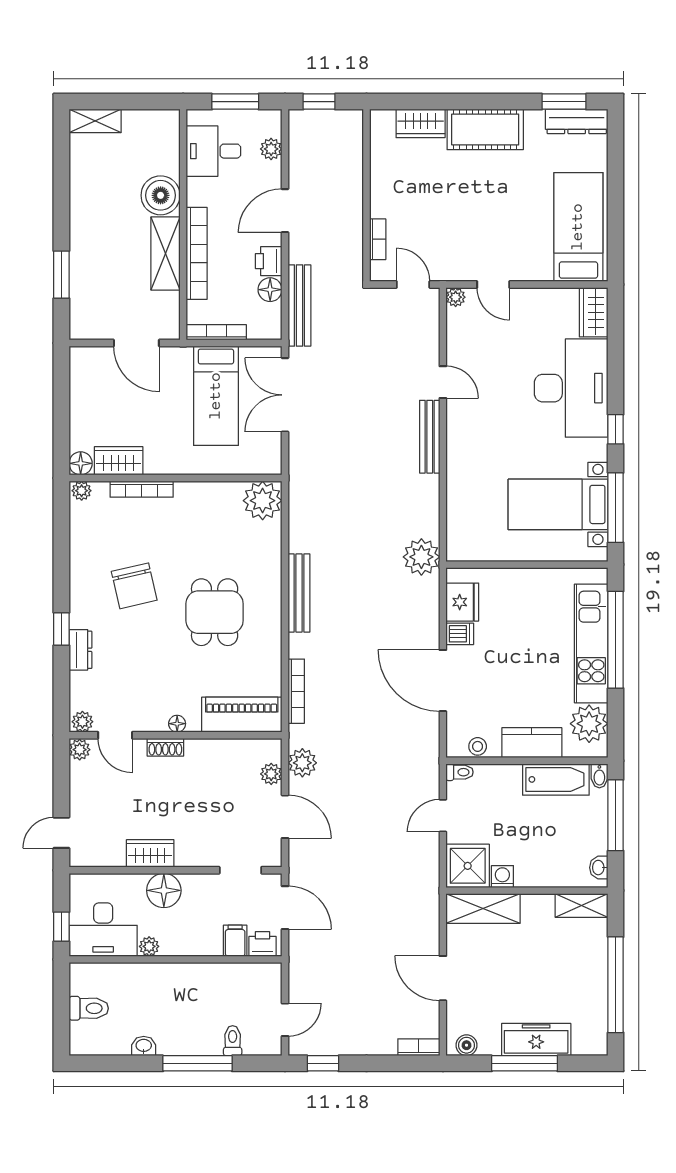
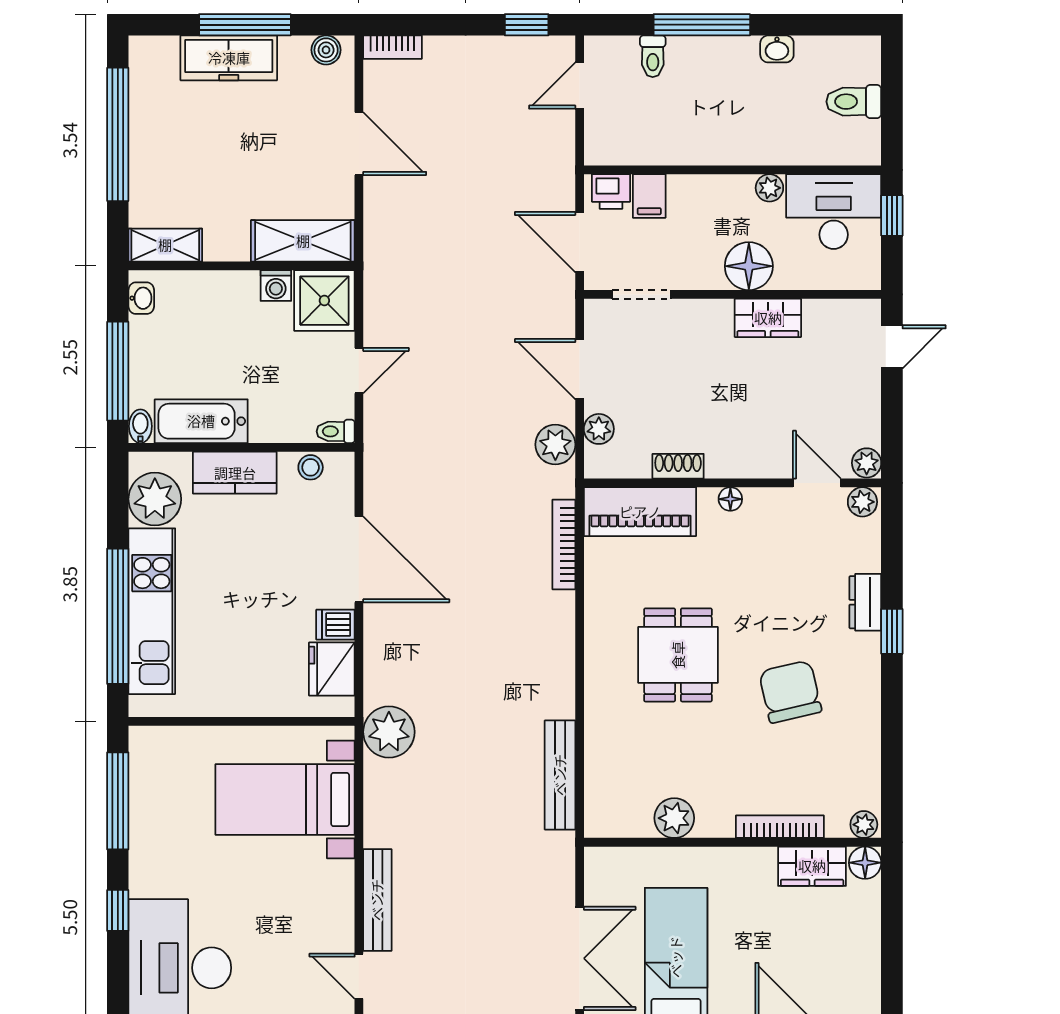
plant: (263, 501) -> (674, 818), moved, width x0.73, depth x0.73
bed with nightstands: (558, 504) -> (285, 799), moved, turned 180
bench: (299, 593) -> (560, 775), moved
shoe rack: (165, 747) -> (678, 466), moved

